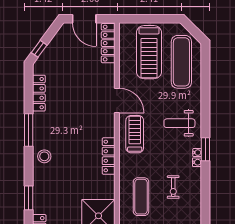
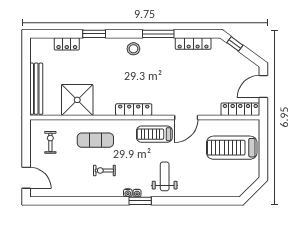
exercise mat: (181, 62) -> (223, 178), removed
treadmill: (135, 134) -> (154, 134), turned 180

